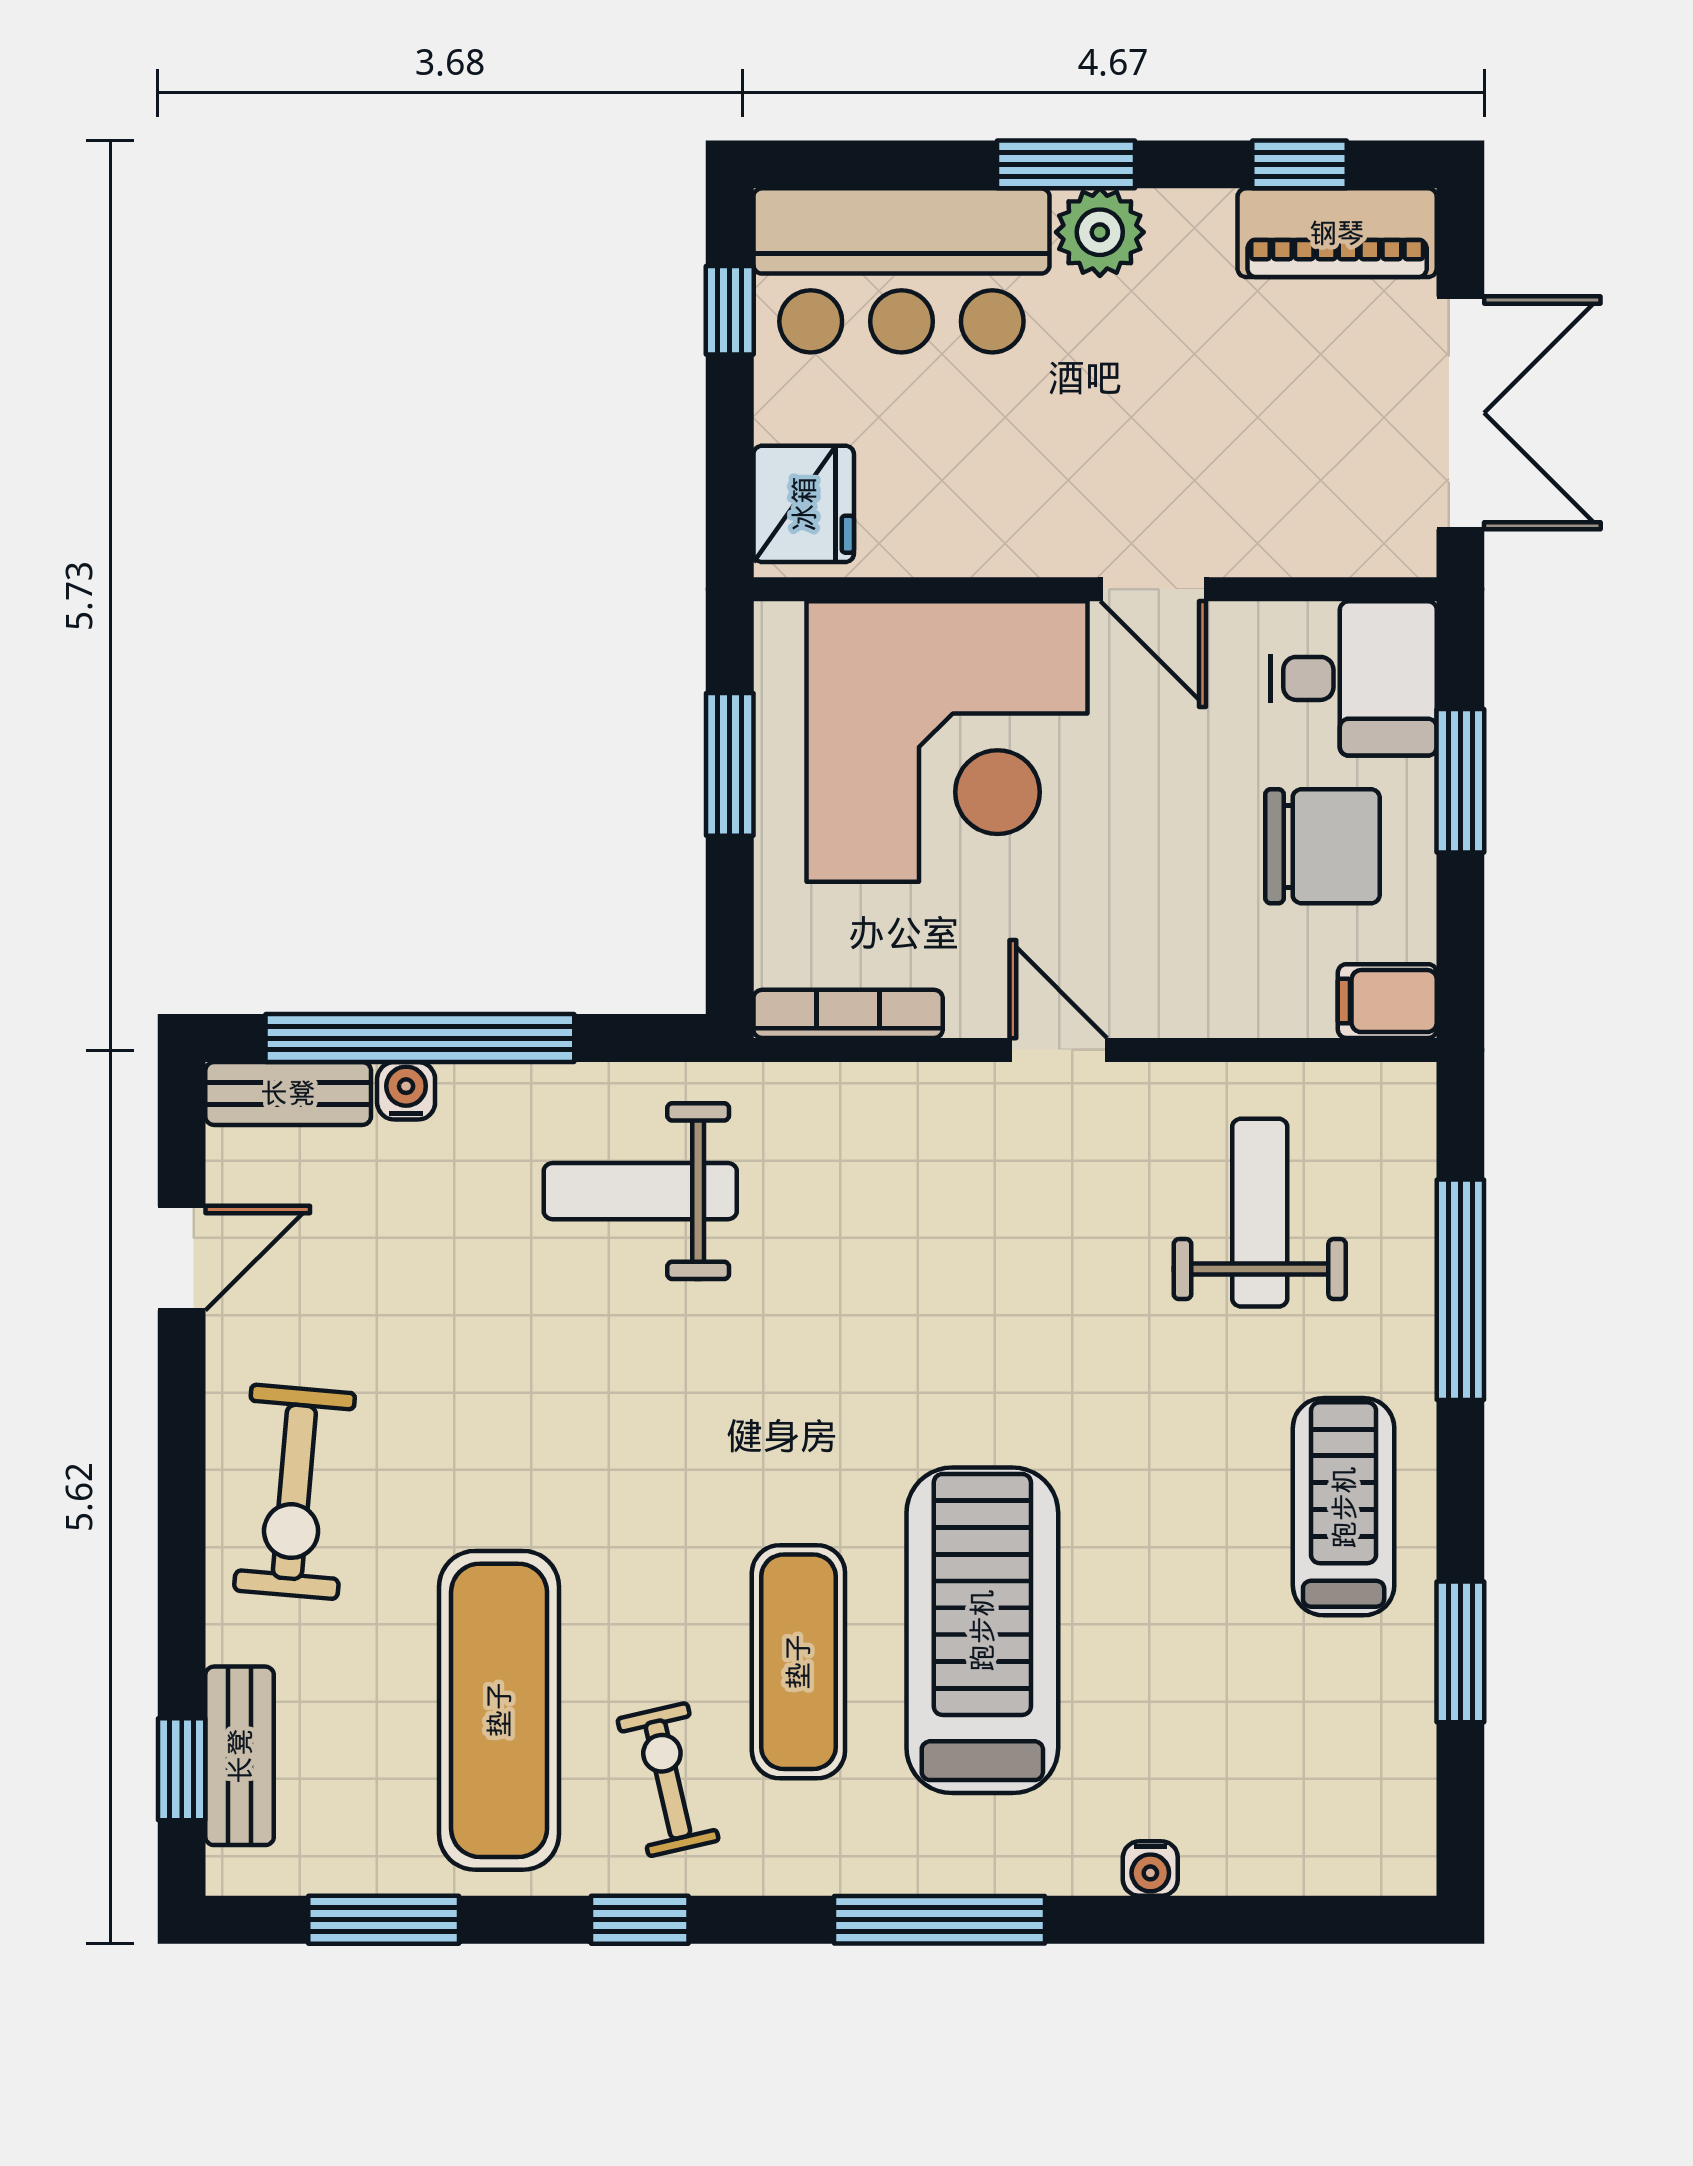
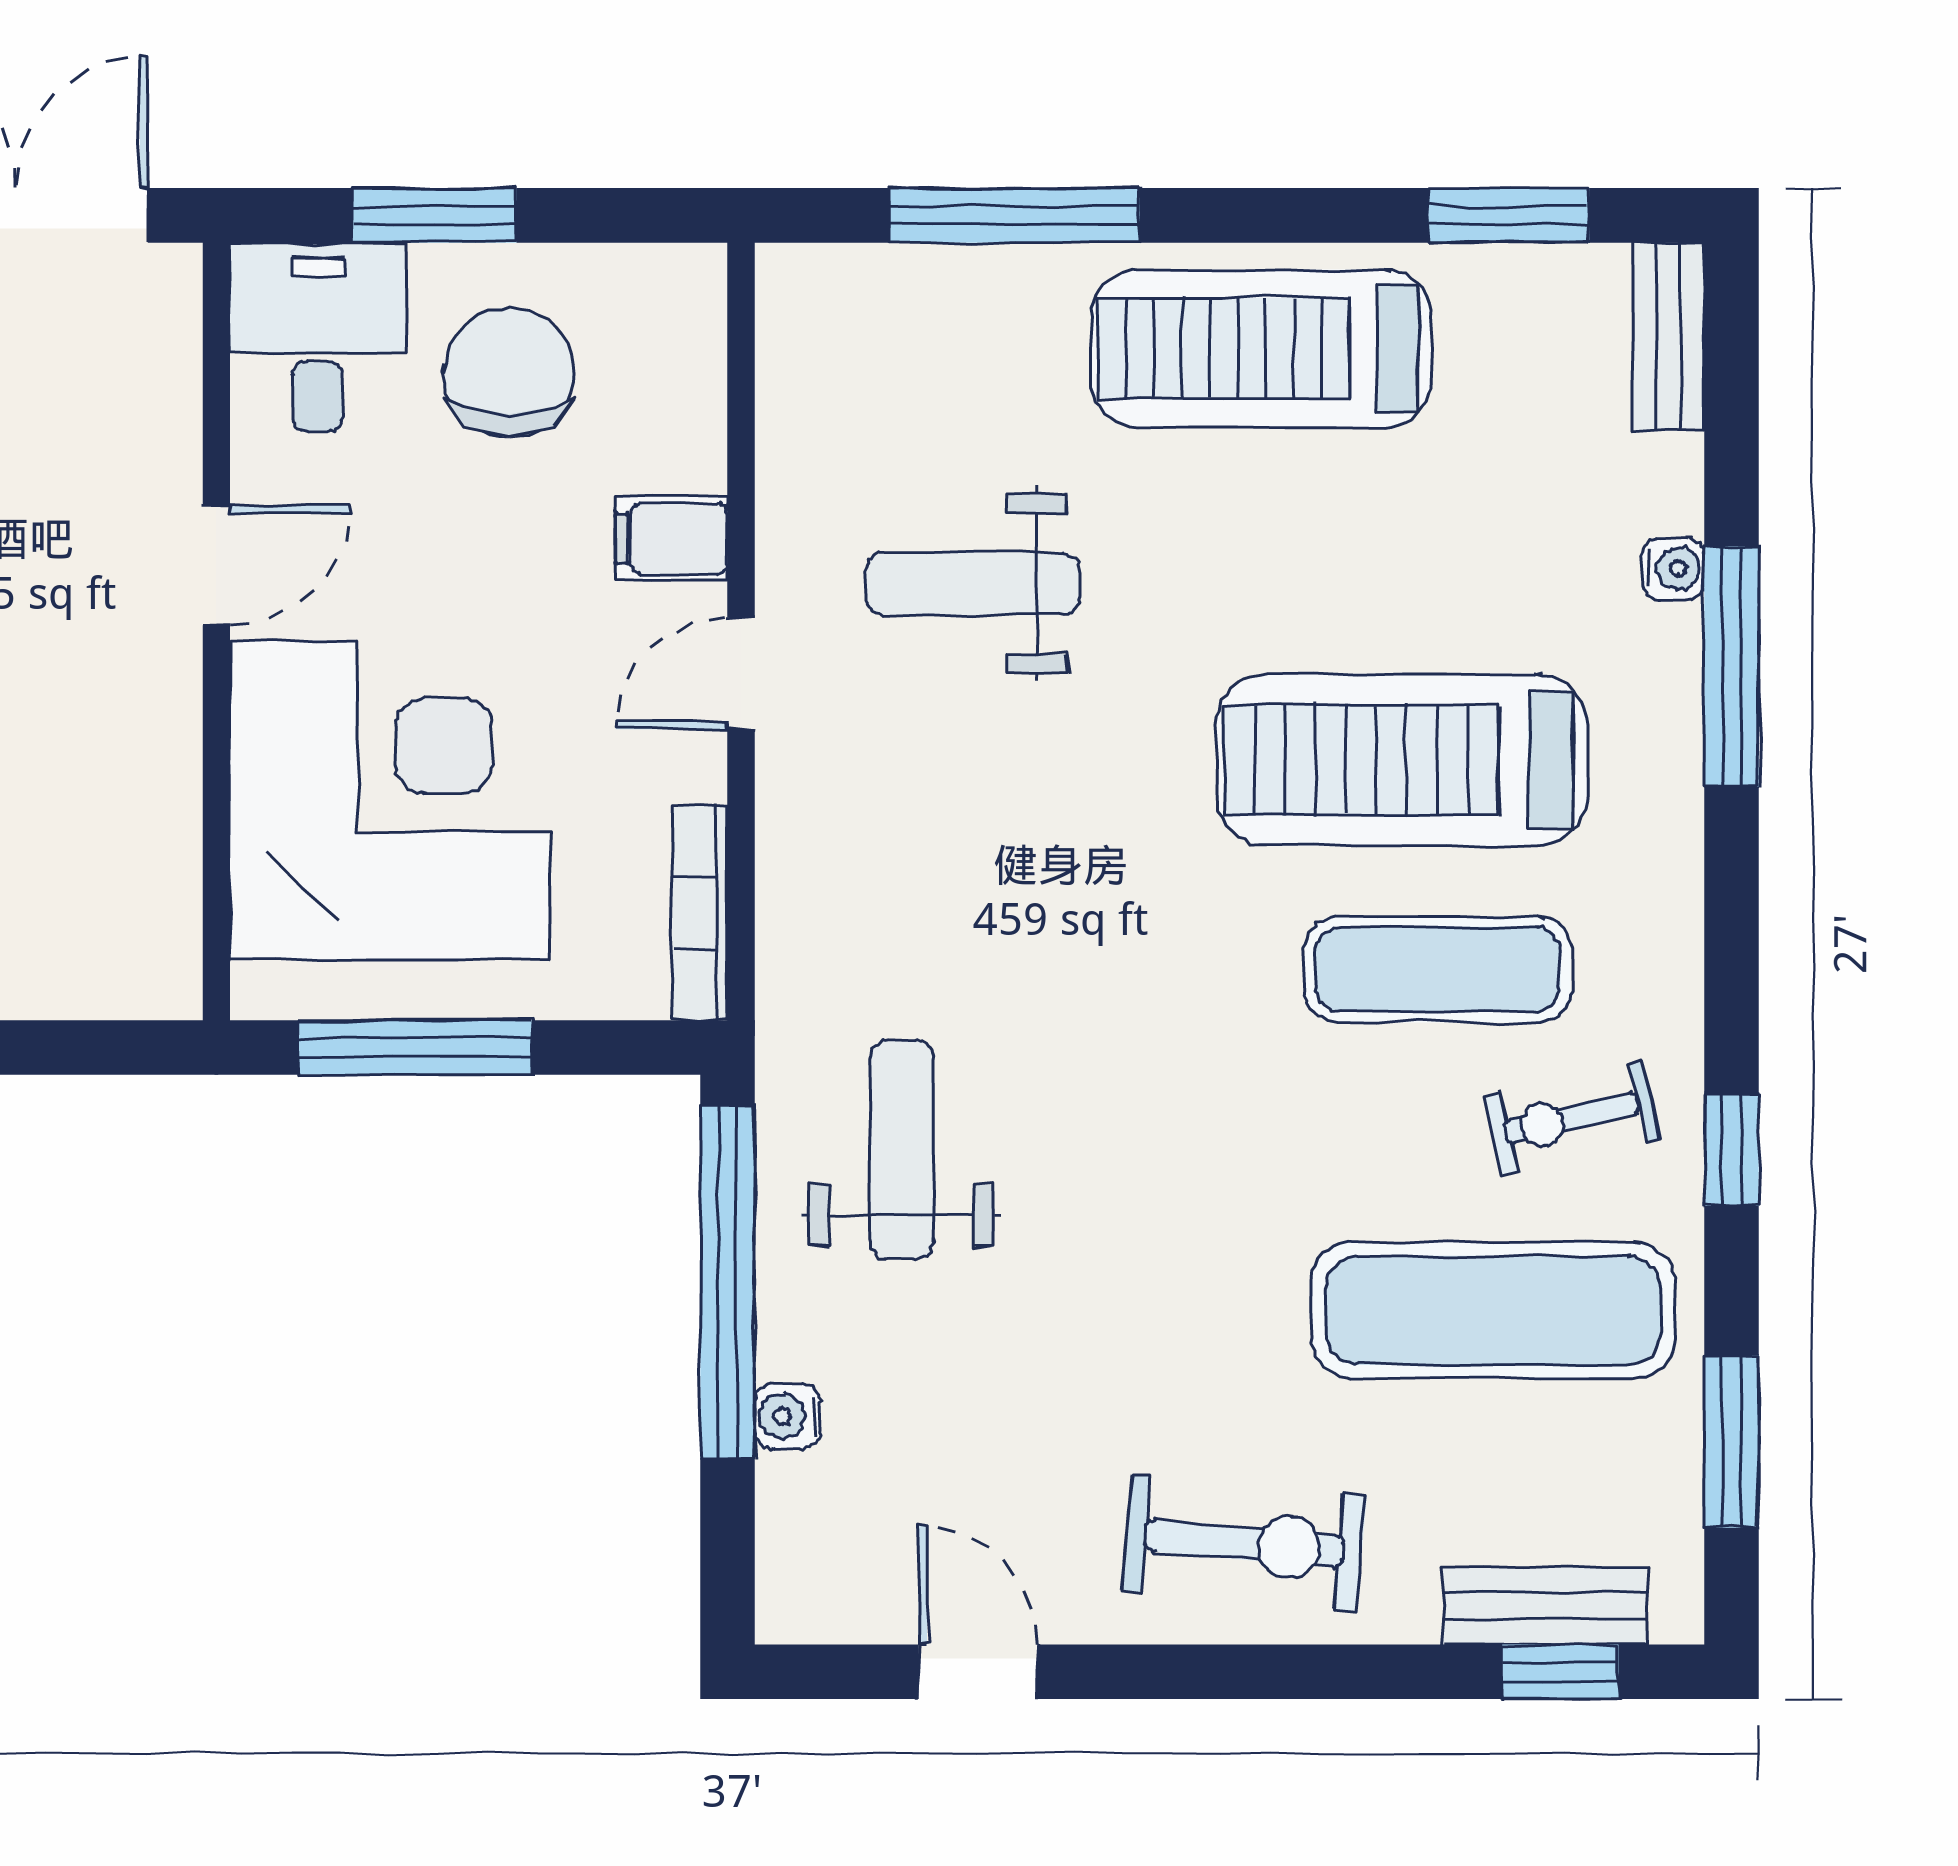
fridge: (804, 504) -> (119, 963), removed
window: (730, 764) -> (416, 1048), width x1.44
filing cabinet: (1387, 1001) -> (671, 538), moved, turned 90
window: (420, 1038) -> (727, 1282), moved
bench: (288, 1093) -> (1668, 337), moved
weight bench: (640, 1191) -> (902, 1149), turned 180
weight bench: (1260, 1213) -> (973, 584), moved
treadmill: (1344, 1507) -> (1261, 348), width x1.37, depth x1.38
window: (1460, 1652) -> (1509, 215), moved
window: (939, 1920) -> (1732, 666), moved

